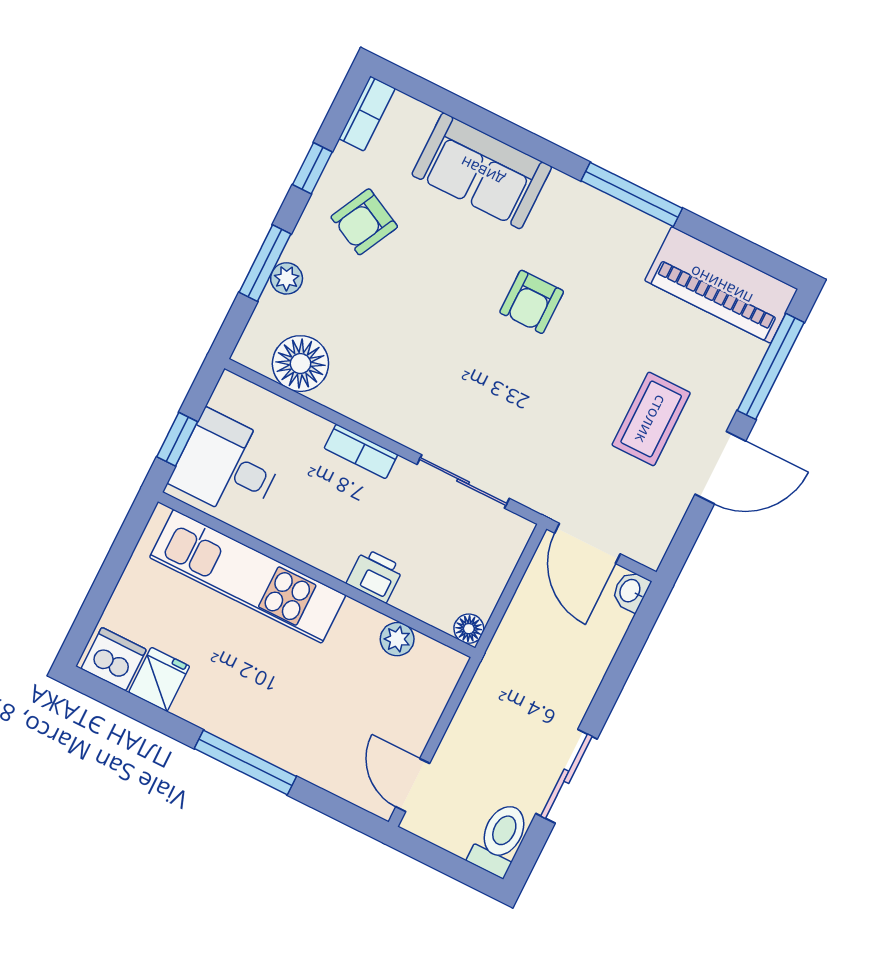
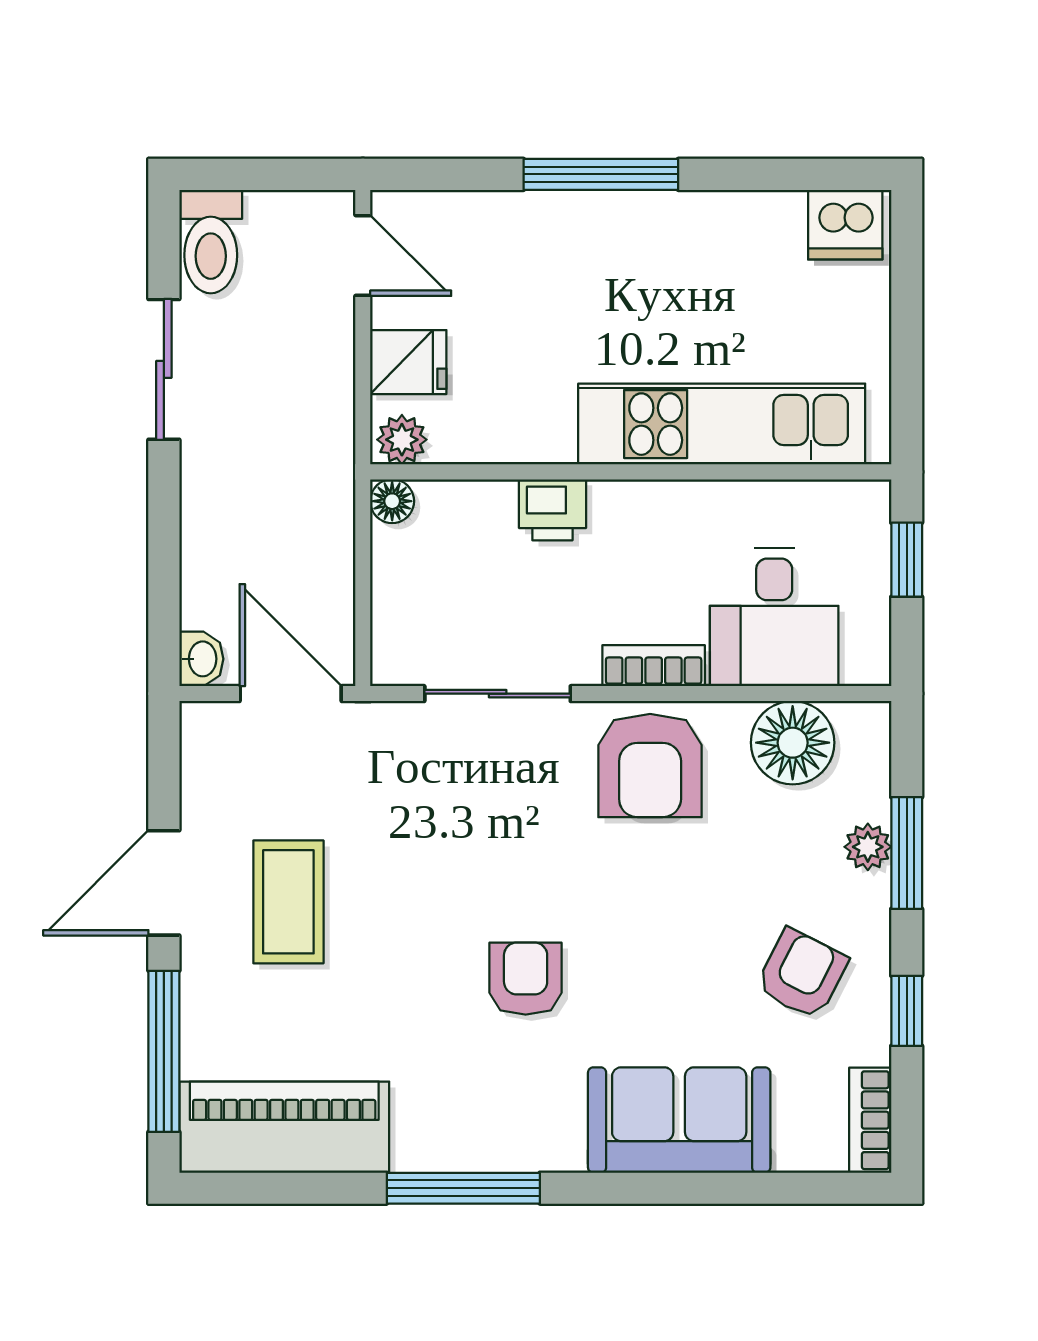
armchair: (393, 393) -> (650, 766), added
desk: (228, 465) -> (774, 617), moved, turned 90
plant: (397, 639) -> (402, 440), moved
fridge: (159, 679) -> (408, 362), moved, turned -90

